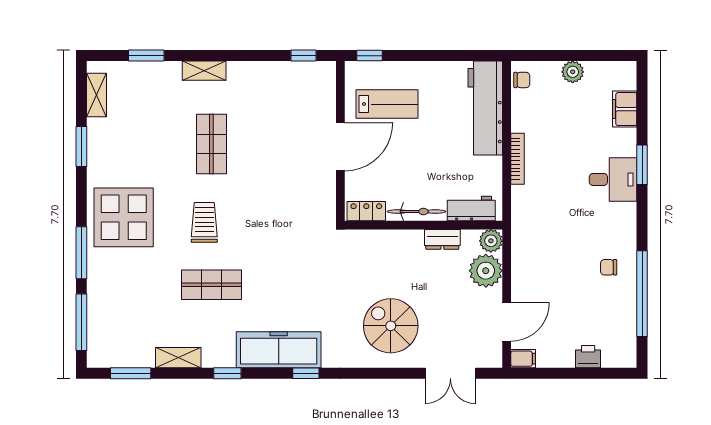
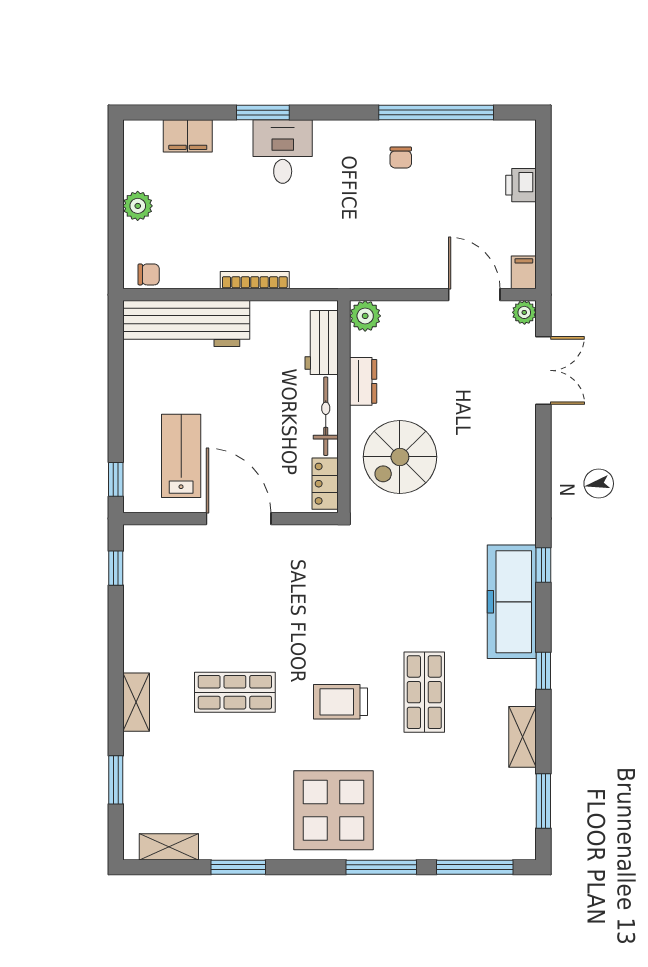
chair: (522, 80) -> (149, 274), turned 90
plant: (486, 271) -> (524, 312), moved, width x0.53, depth x0.53
spiral stairs: (391, 326) -> (400, 457), moved

